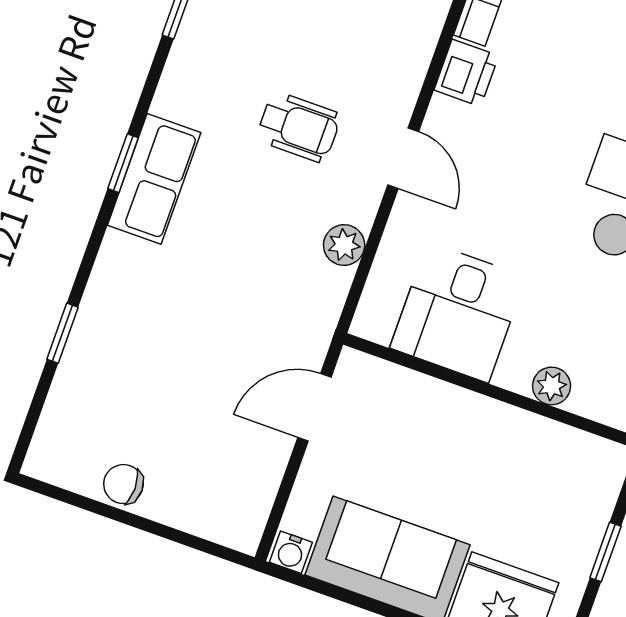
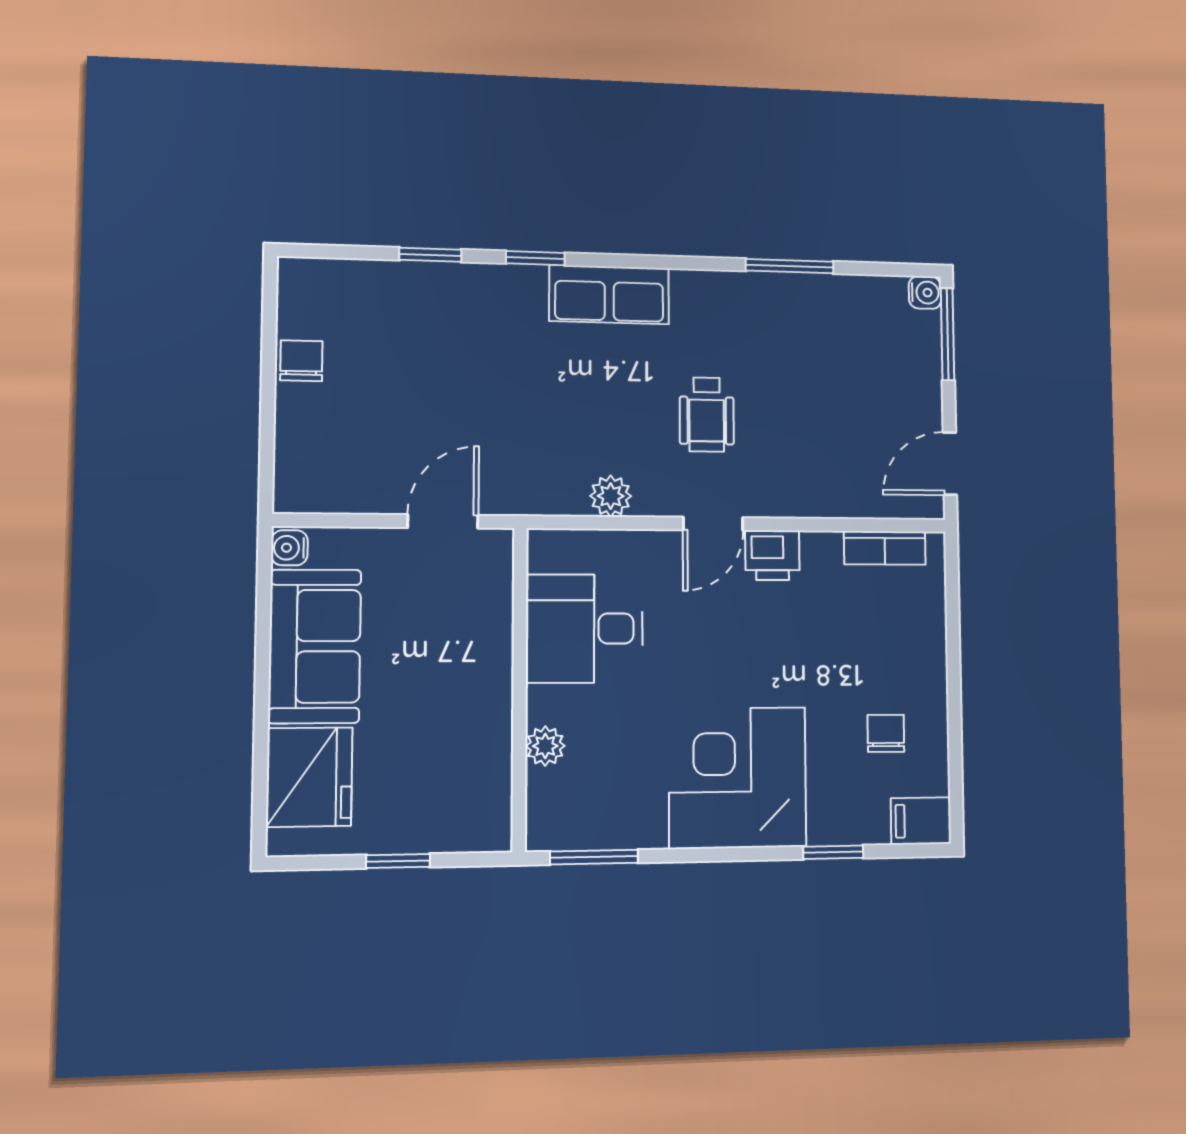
printer: (466, 73) -> (772, 555), moved
window: (123, 163) -> (535, 258), moved
door: (314, 407) -> (443, 521), hinge flipped

